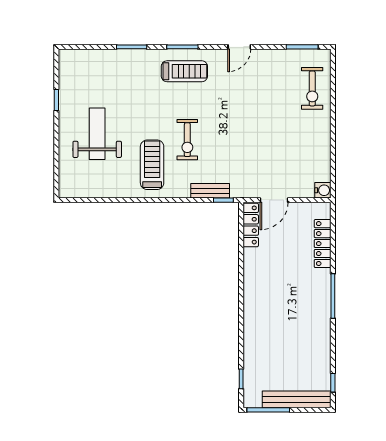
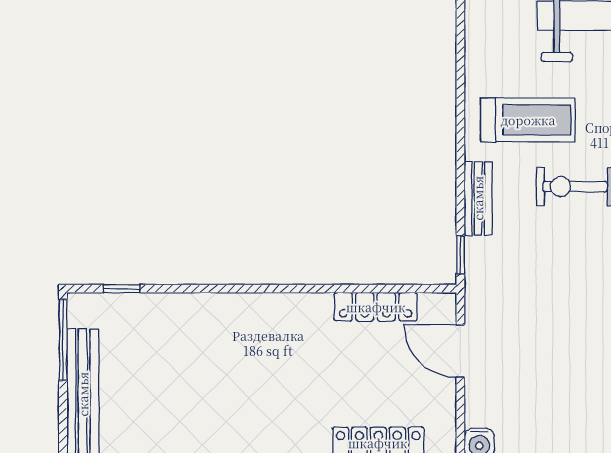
bench: (210, 191) -> (478, 198), moved
locker: (251, 225) -> (376, 307), moved

